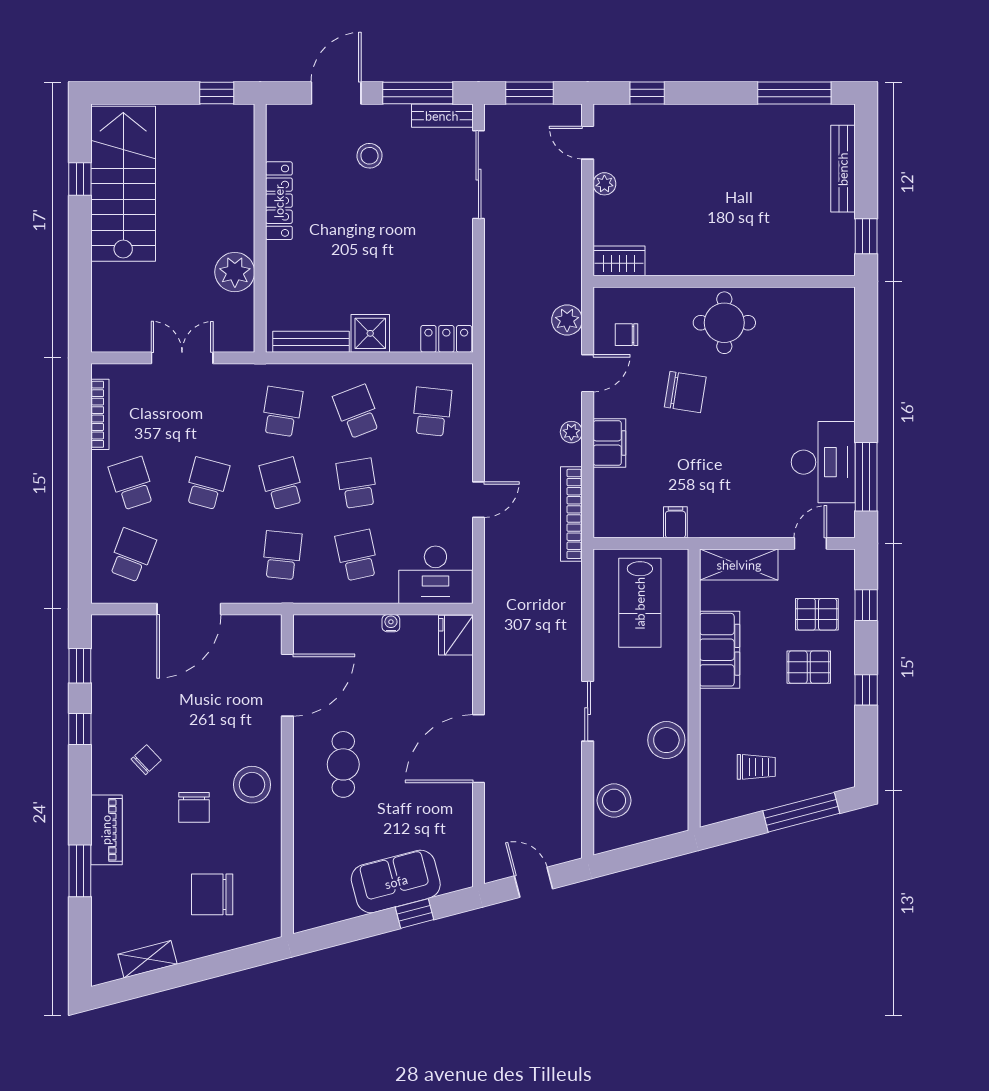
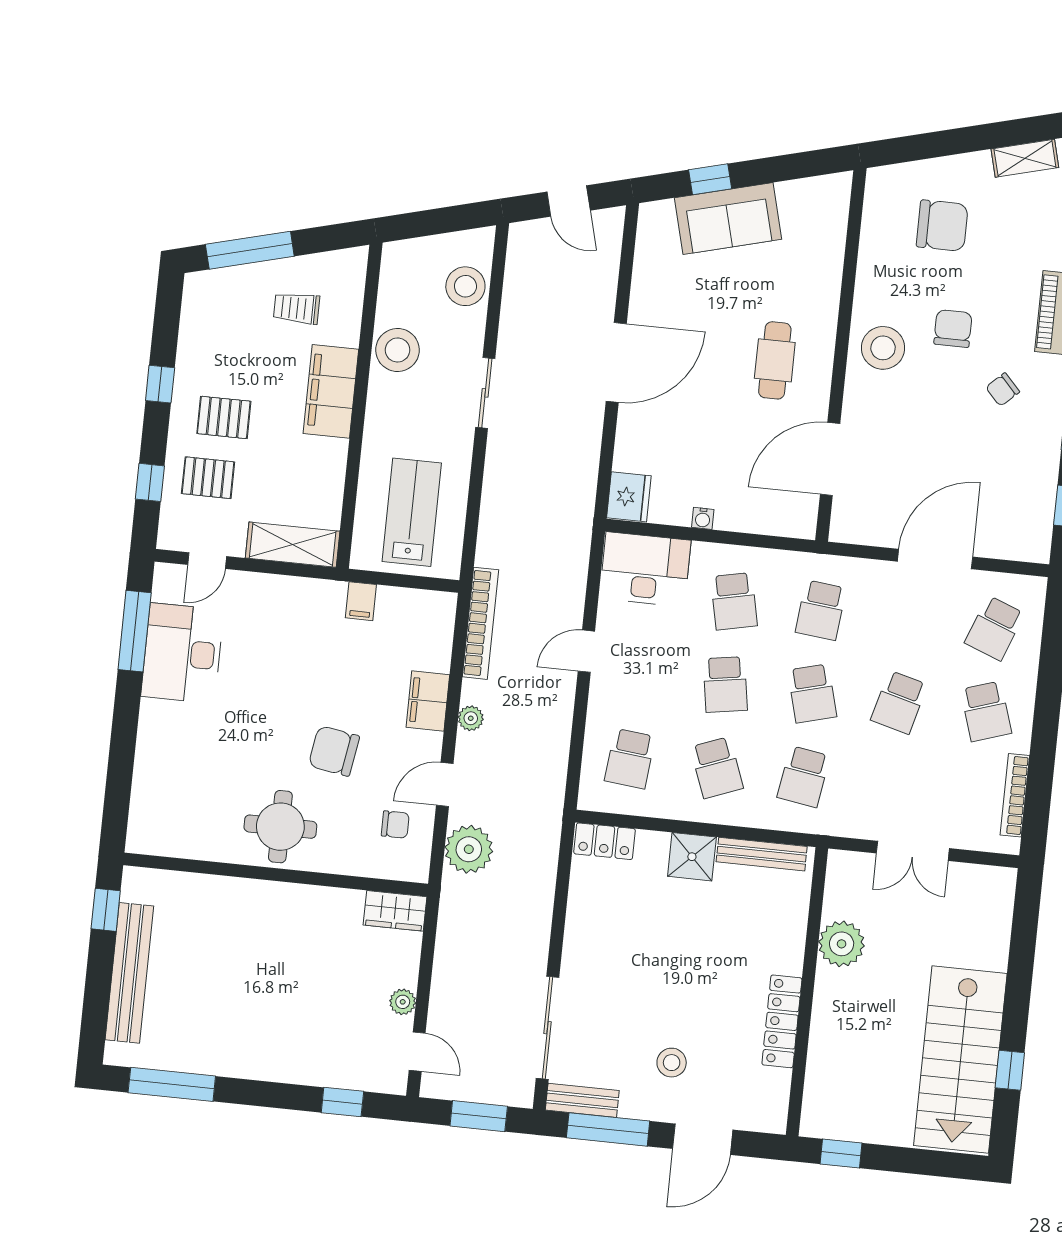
bench: (843, 169) -> (129, 973), width x1.37, depth x1.21
plant: (567, 320) -> (469, 849), width x1.36, depth x1.36
filing cabinet: (720, 650) -> (331, 391), moved

